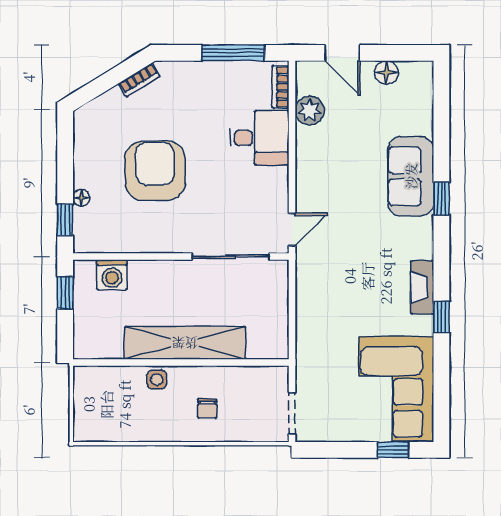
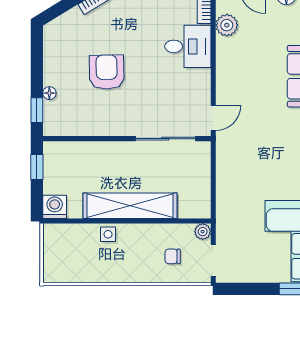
armchair: (155, 171) -> (107, 72), width x0.73, depth x0.73
washing machine: (112, 275) -> (55, 207), moved, turned 180
plant: (278, 376) -> (203, 232), added
chair: (207, 409) -> (173, 256), moved, turned 90

